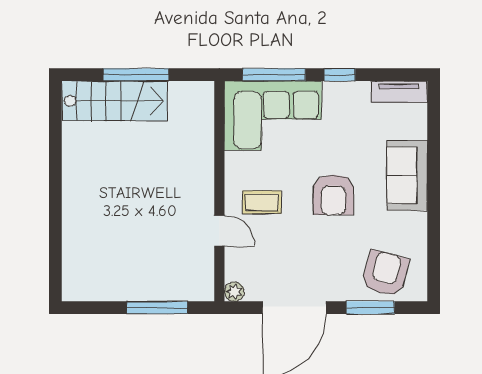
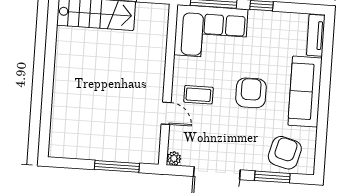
tv unit: (399, 92) -> (316, 35), moved, turned 90
sofa: (407, 175) -> (305, 92), width x1.36
armchair: (333, 195) -> (251, 93), turned 180

